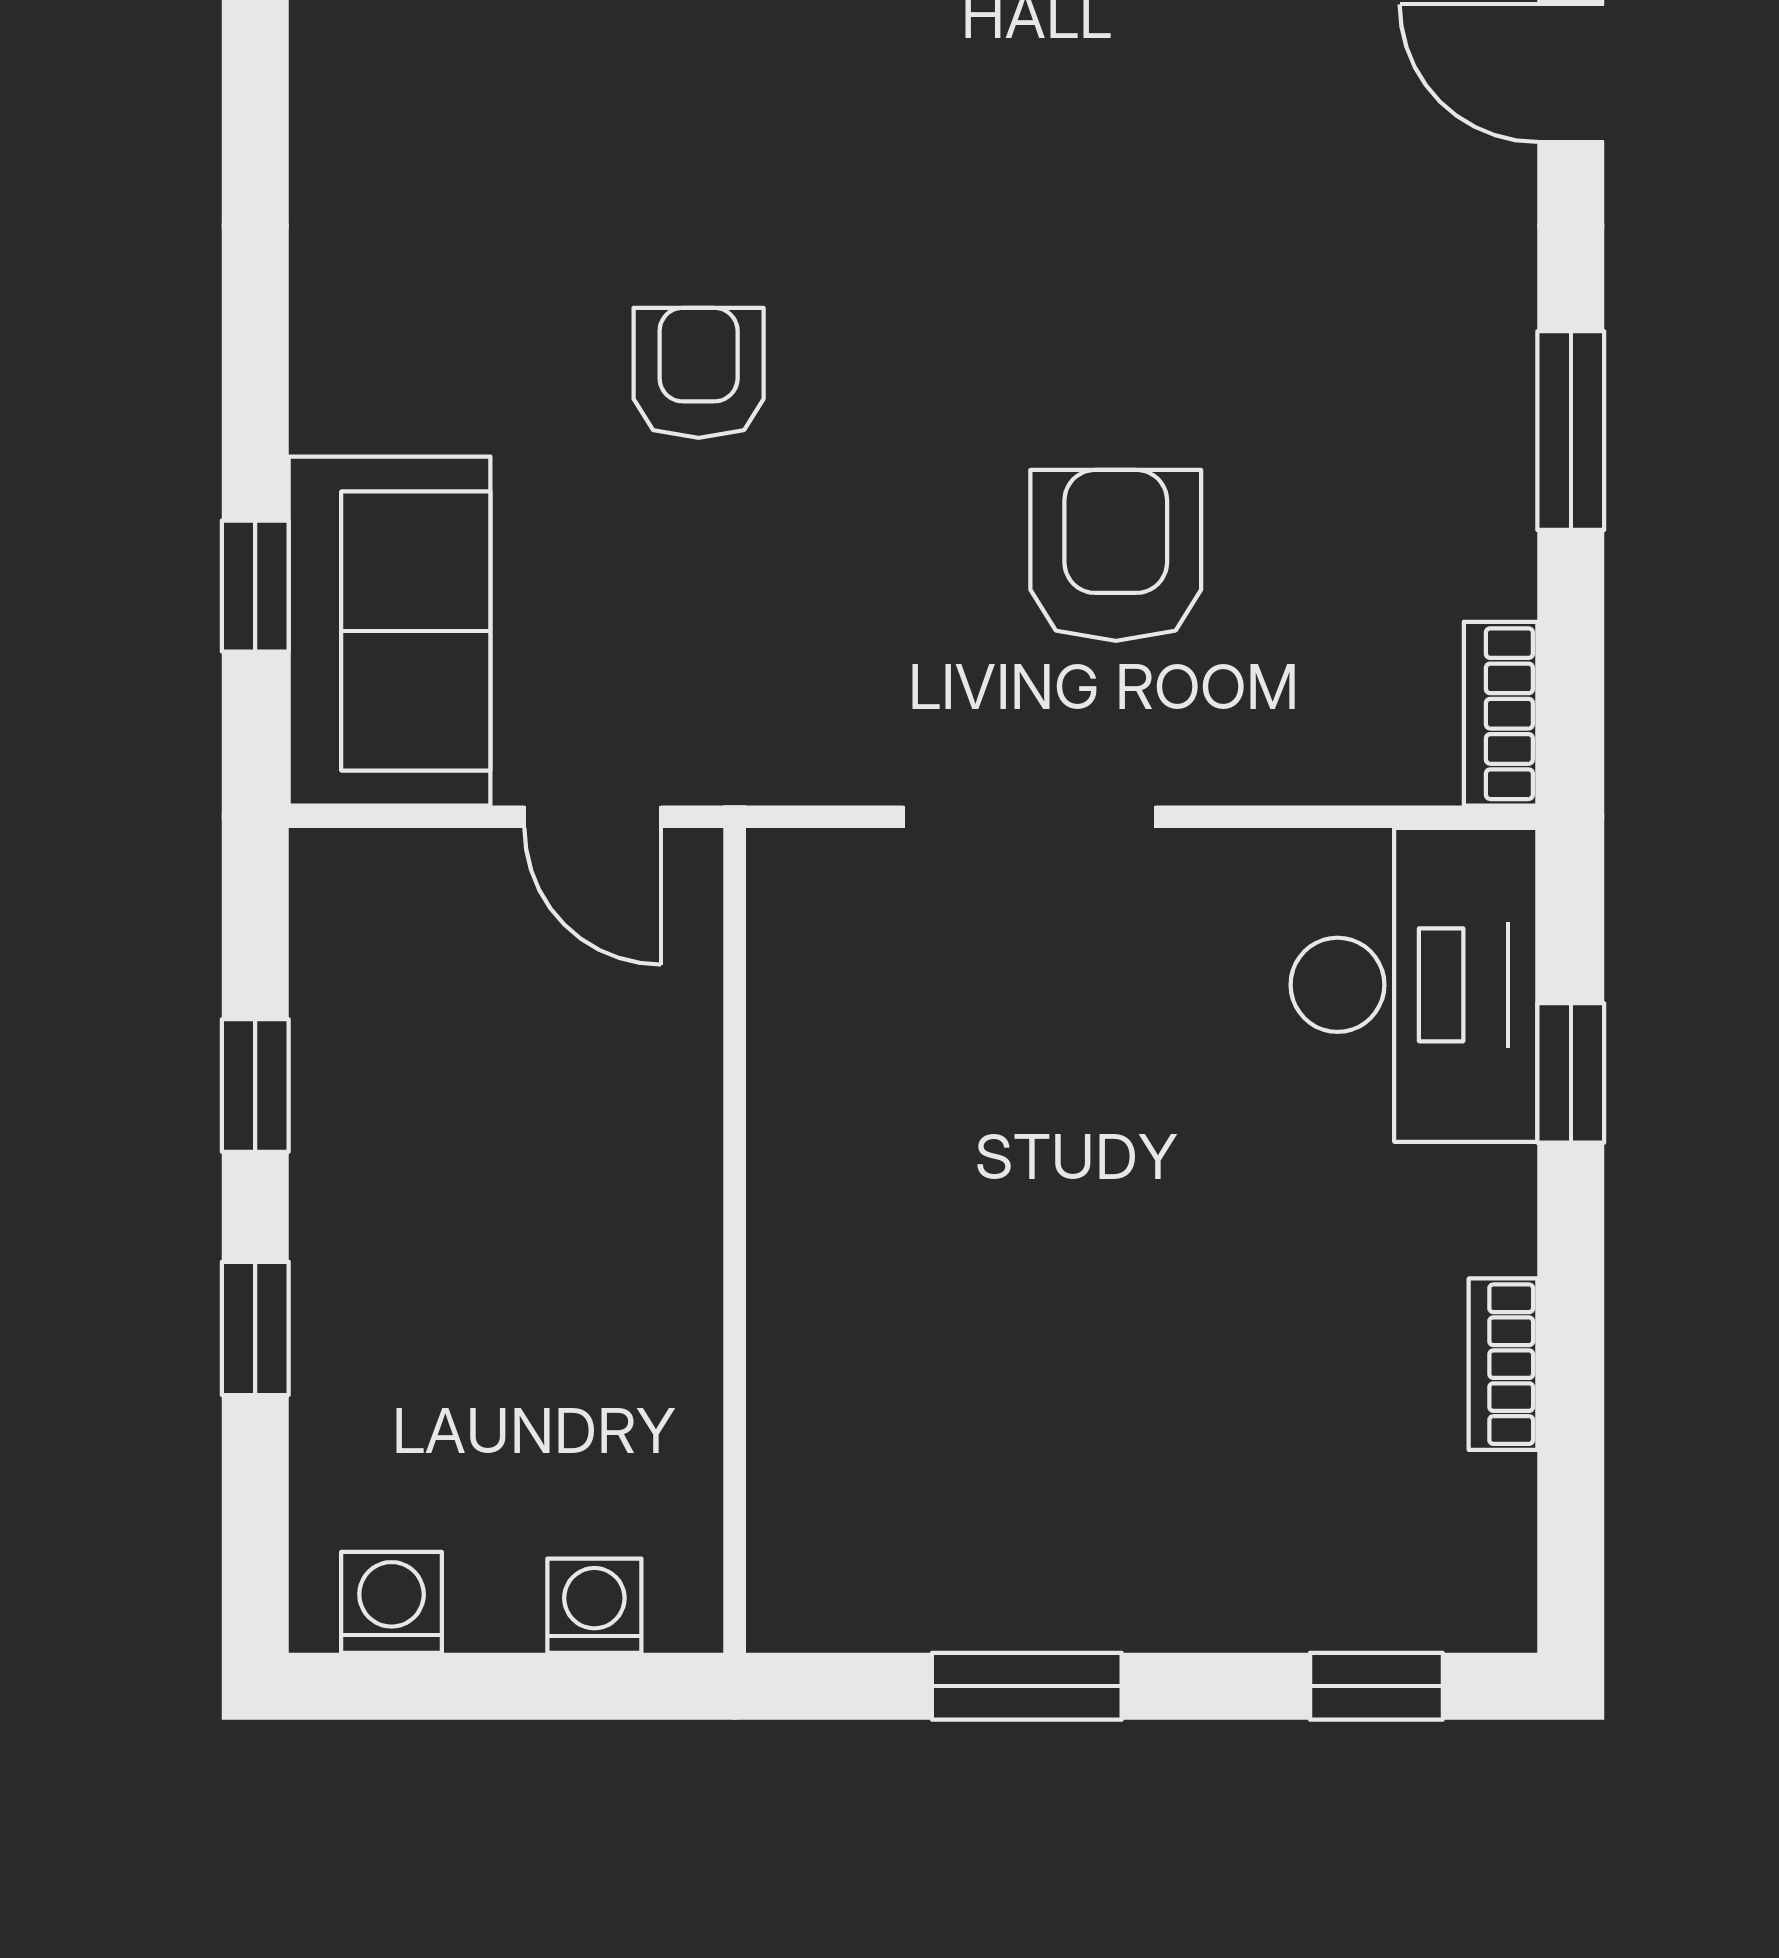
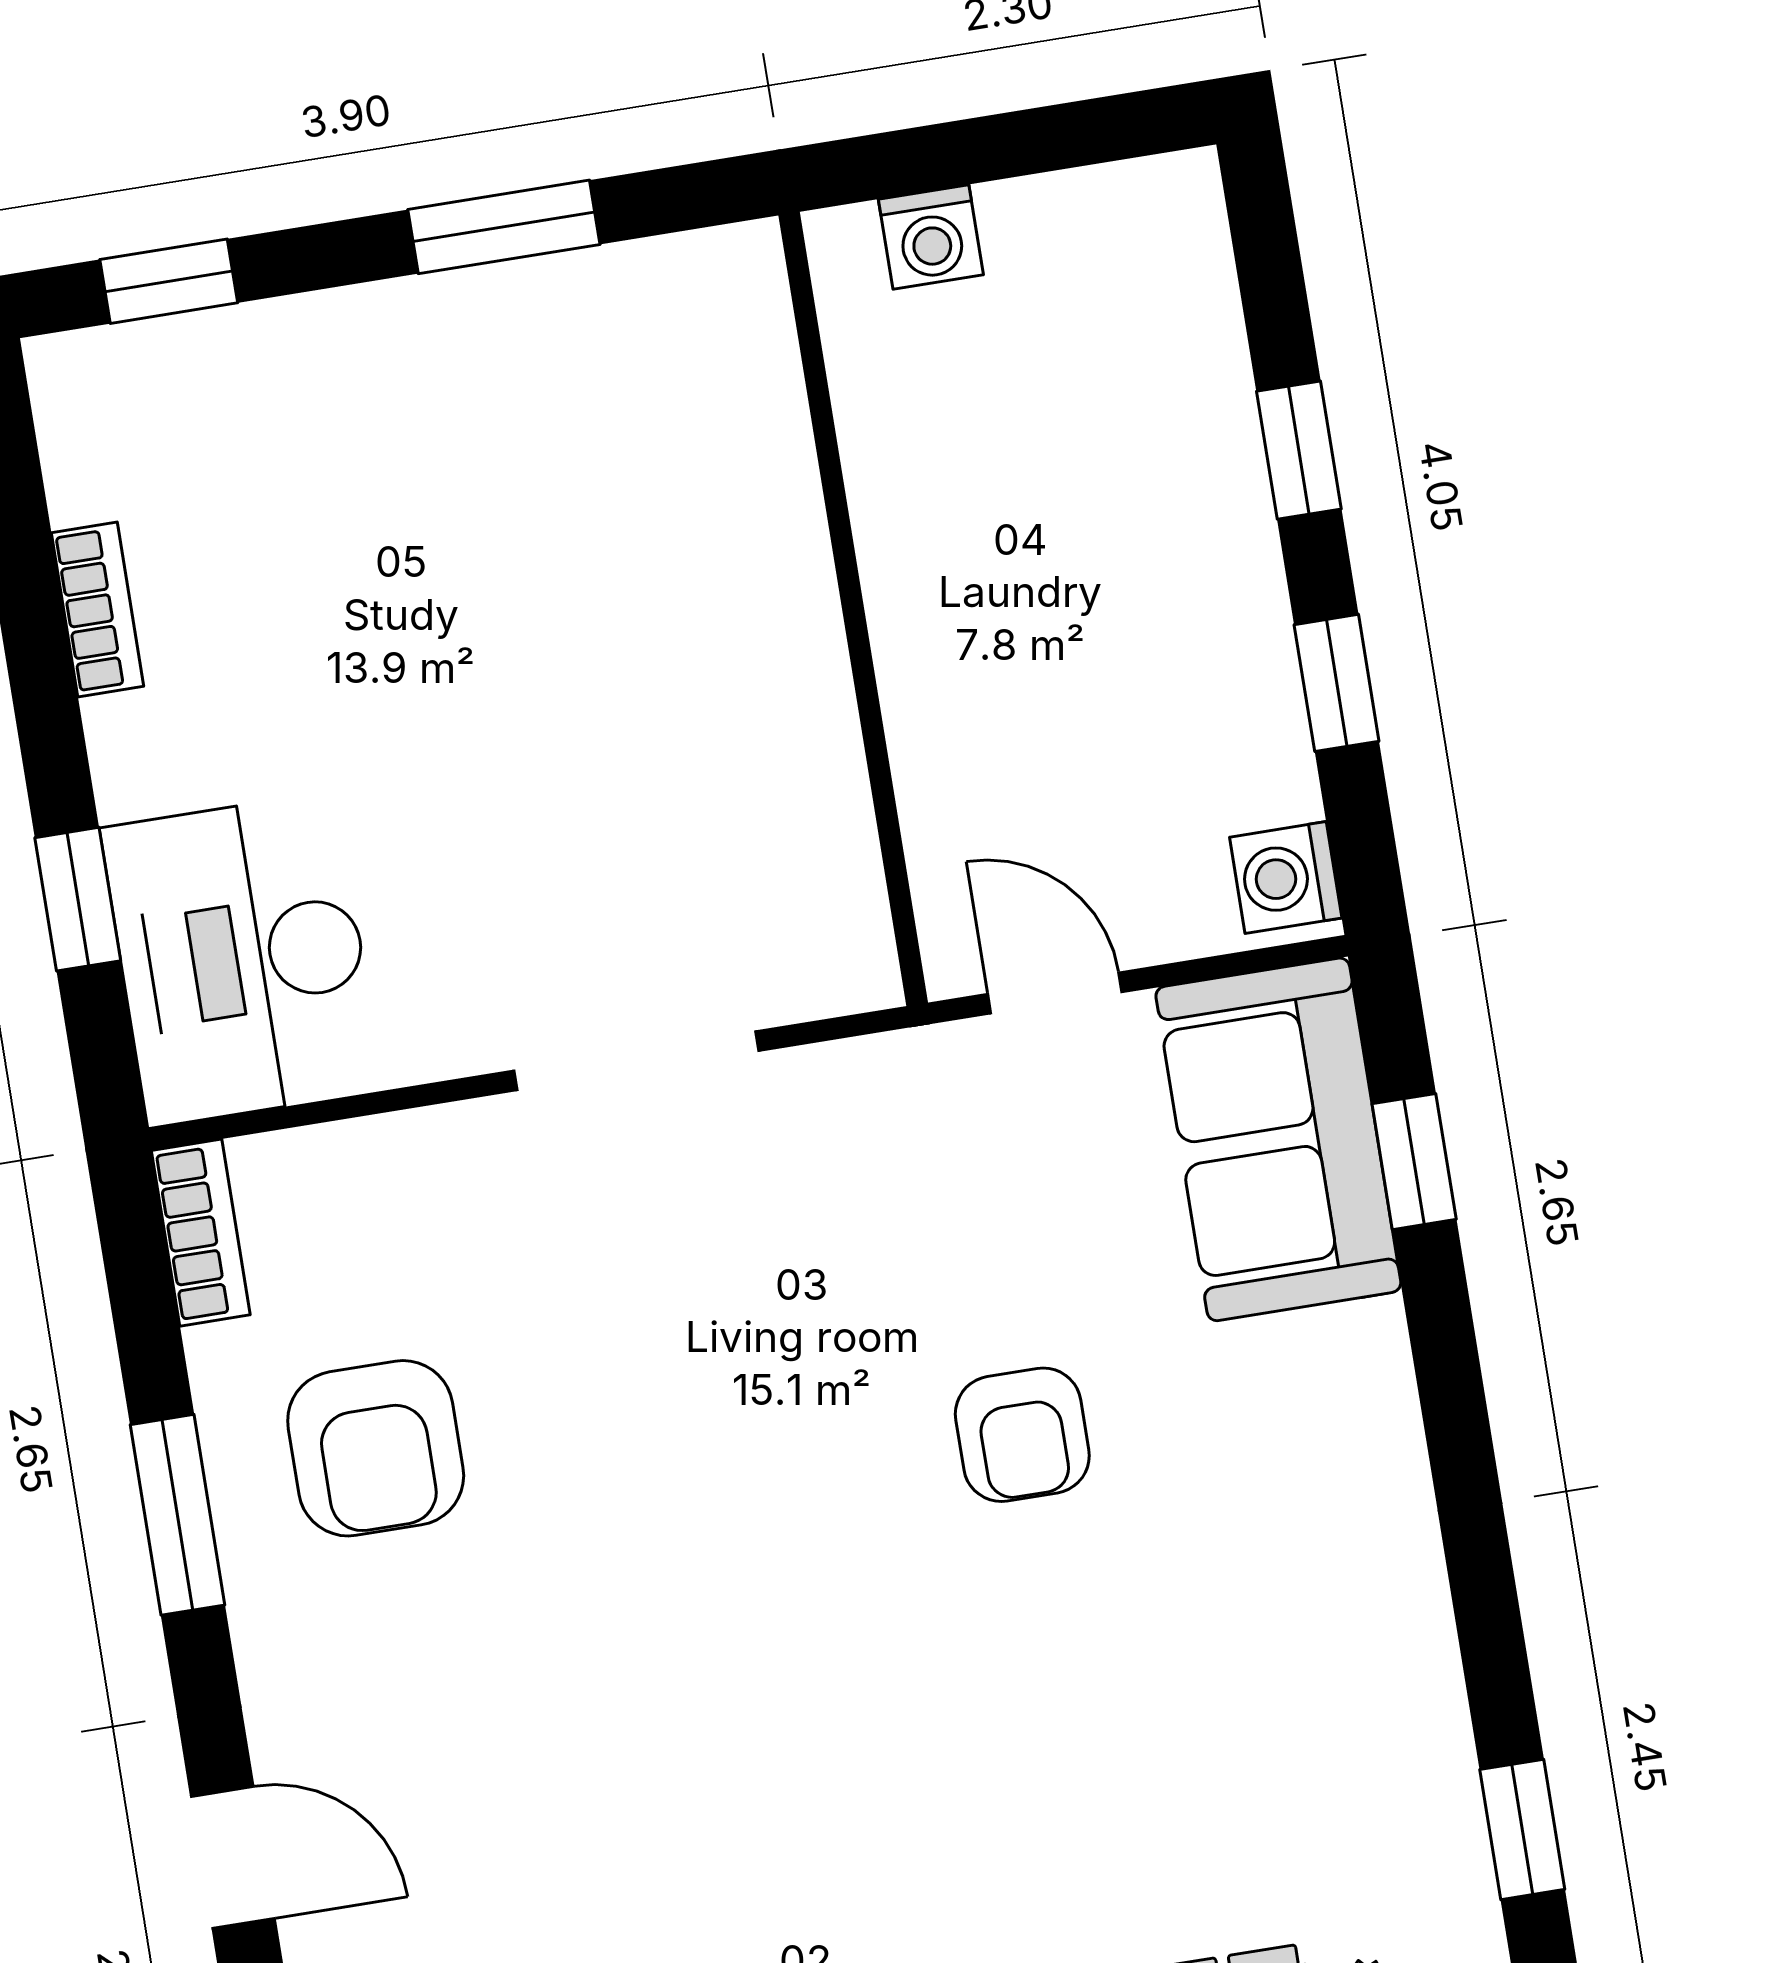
armchair: (1116, 555) -> (376, 1448), moved
washing machine: (392, 1602) -> (1286, 878), moved, turned 90

